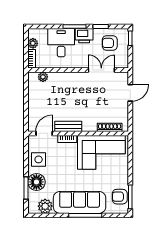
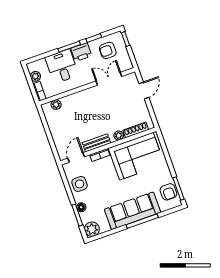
plant: (92, 127) -> (119, 136), added
floor lamp: (36, 182) -> (81, 207), width x0.53, depth x0.53
armchair: (120, 197) -> (168, 192), turned -90
plant: (45, 206) -> (92, 229), moved

